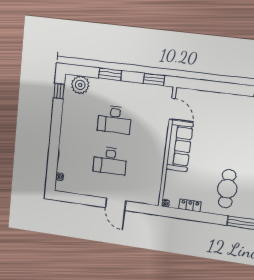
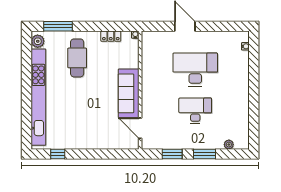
window: (154, 79) -> (172, 154), moved
plant: (80, 85) -> (229, 145), width x0.53, depth x0.53
window: (59, 91) -> (254, 132), removed
desk: (110, 161) -> (195, 70), width x1.36, depth x1.30

